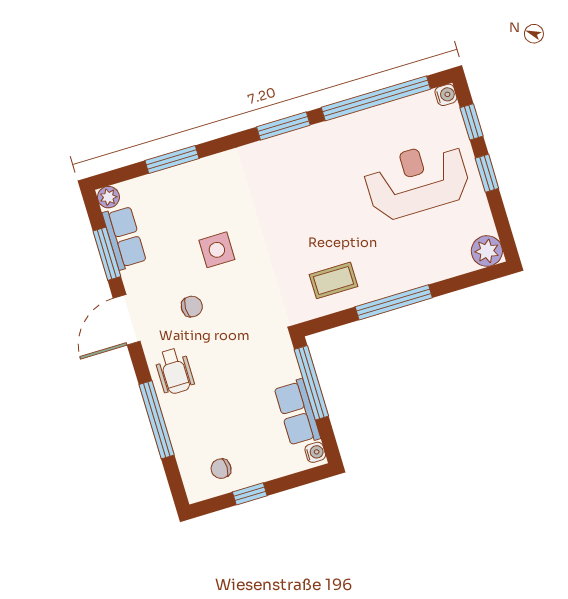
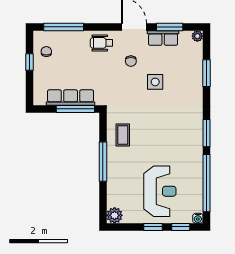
row of seats: (124, 238) -> (163, 38), moved
row of seats: (297, 413) -> (71, 98), width x1.48
window: (157, 420) -> (64, 27), moved
water cooler: (315, 452) -> (40, 101), removed

